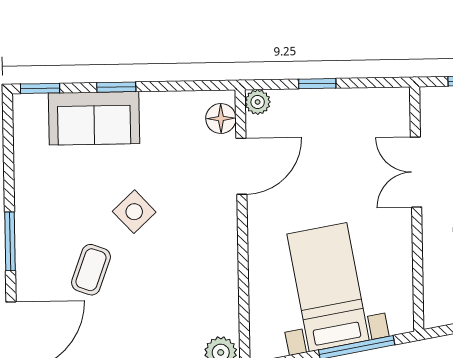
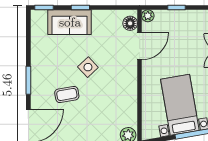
coffee table: (91, 270) -> (67, 94), turned 60

